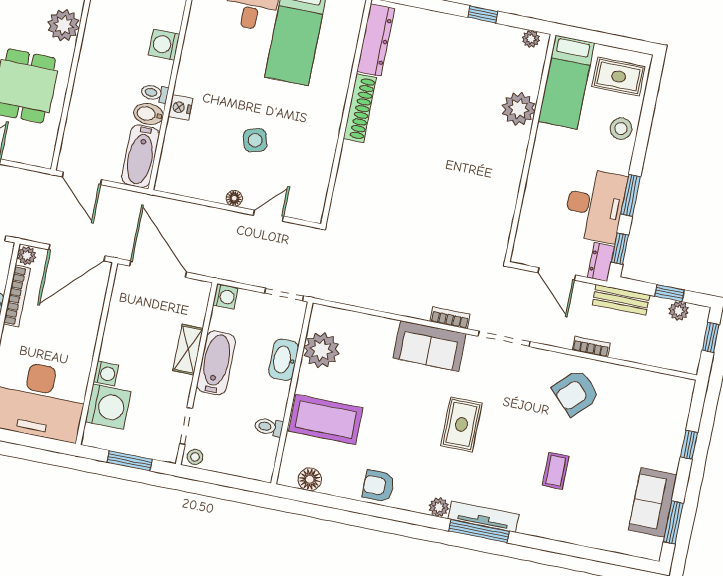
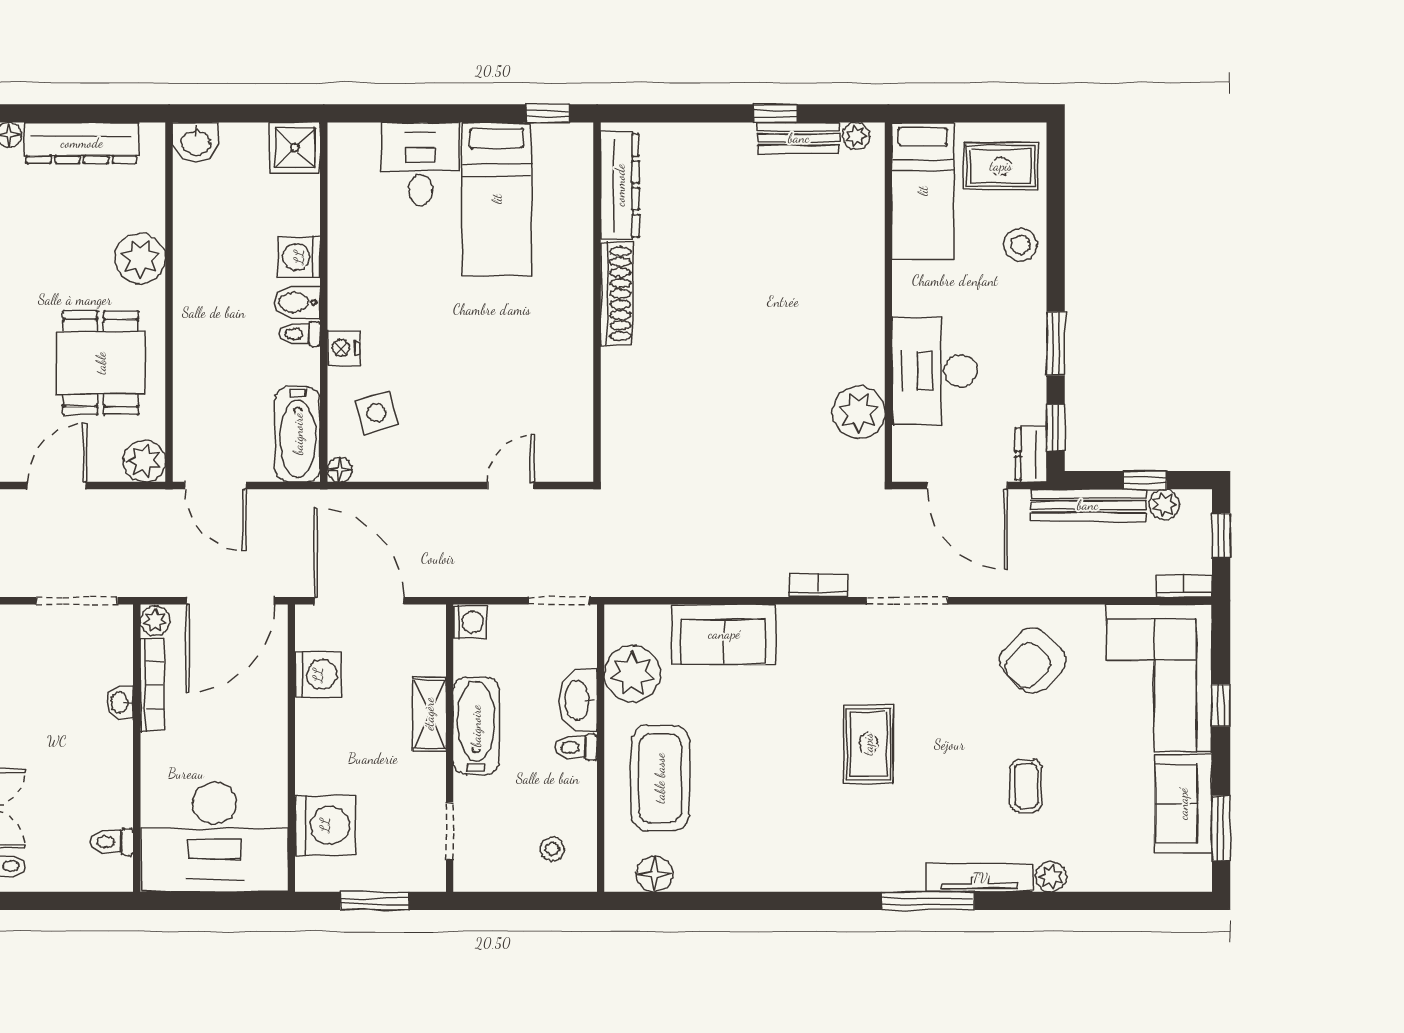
bench: (494, 33) -> (799, 138), added
plant: (519, 109) -> (859, 412), moved
bidet: (149, 114) -> (297, 302), moved
side table: (255, 140) -> (377, 413), moved
plant: (40, 154) -> (144, 461), added
floor lamp: (234, 198) -> (340, 470), moved
desk: (595, 205) -> (934, 371), moved, turned 180
door: (557, 274) -> (967, 486), width x1.36
bench: (621, 300) -> (1088, 505), width x1.36
sofa: (429, 346) -> (724, 634), moved
bookcase: (591, 347) -> (1184, 586), moved
washing machine: (106, 373) -> (318, 675), moved, width x1.38, depth x1.38
coffee table: (326, 420) -> (660, 778), turned 90
corner sofa: (654, 420) -> (1159, 678), added
toilet: (269, 427) -> (576, 747), moved
stool: (195, 457) -> (552, 849), moved
armchair: (378, 486) -> (761, 863), removed
plant: (439, 507) -> (1051, 877), moved
tv unit: (484, 517) -> (980, 878), moved

